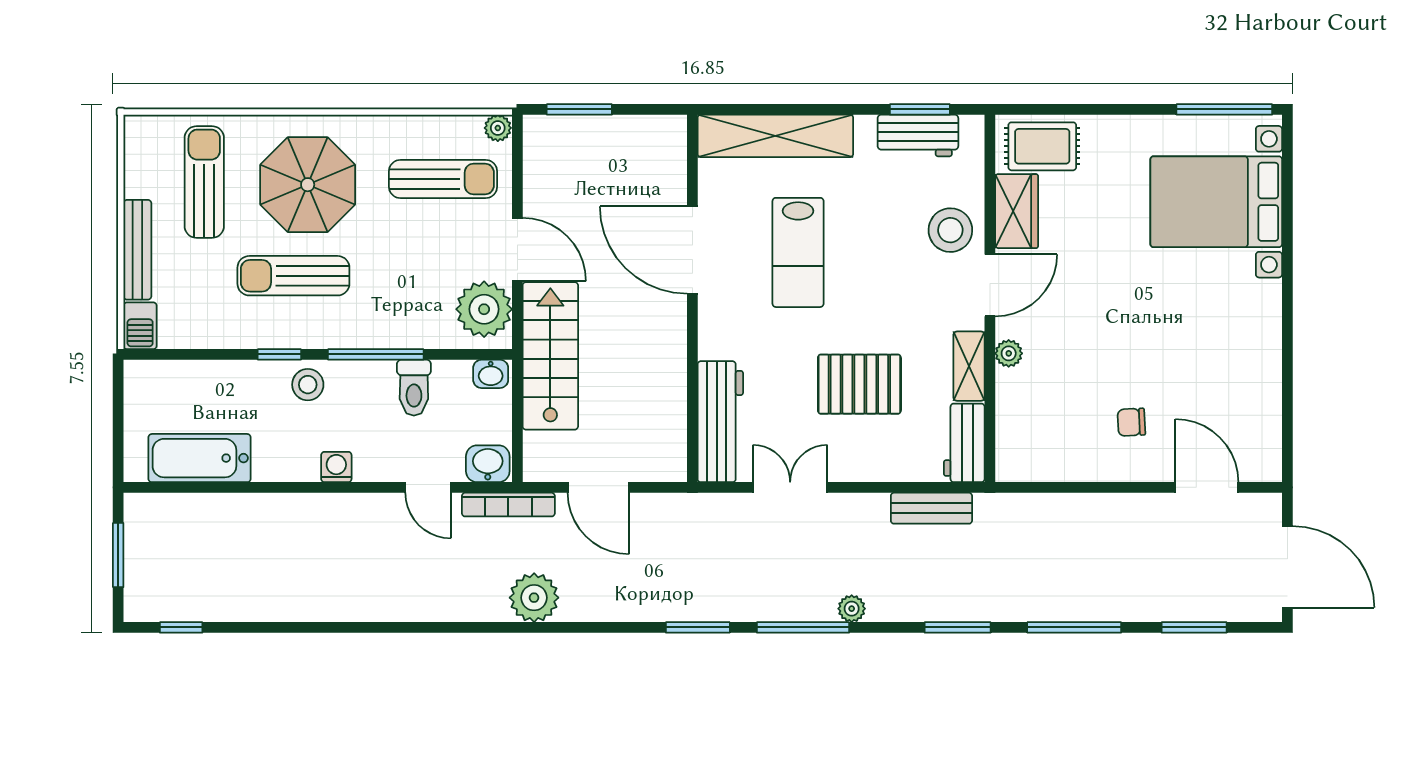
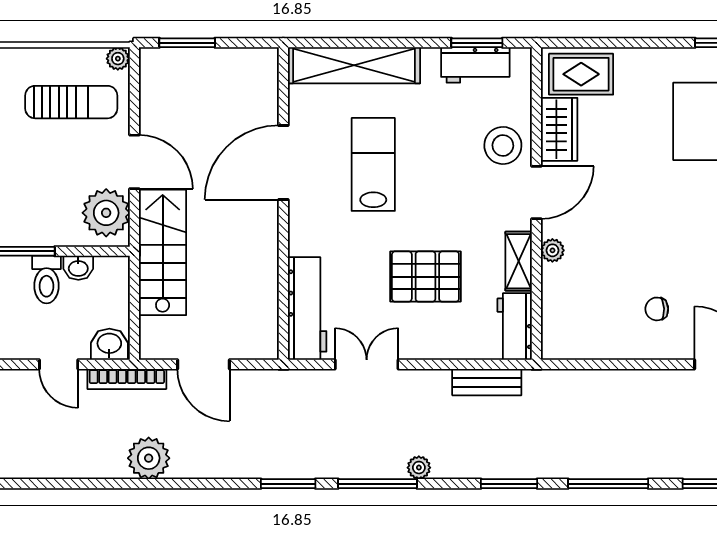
door: (692, 250) -> (283, 162), hinge flipped
lab bench: (798, 252) -> (373, 164), turned 180
washbasin: (491, 374) -> (78, 268), moved

